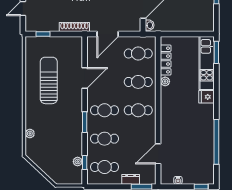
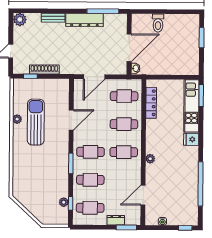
shoe rack: (74, 27) -> (44, 69), moved
plant: (165, 81) -> (150, 159), moved
plant: (30, 133) -> (17, 119), moved

